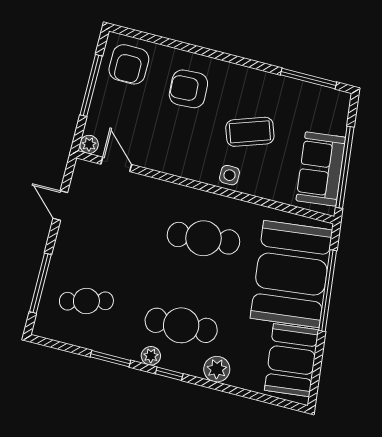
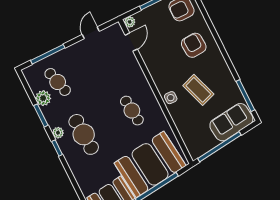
sofa: (321, 169) -> (231, 122), moved
cafe table: (203, 238) -> (132, 111), width x0.73, depth x0.74
plant: (217, 369) -> (43, 98), moved

